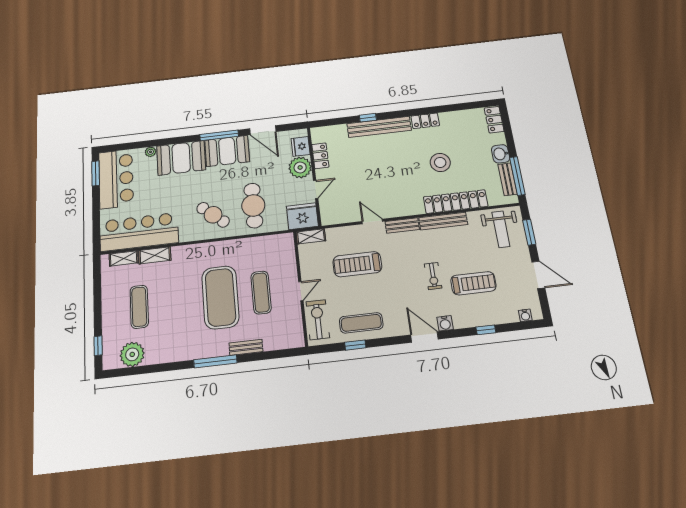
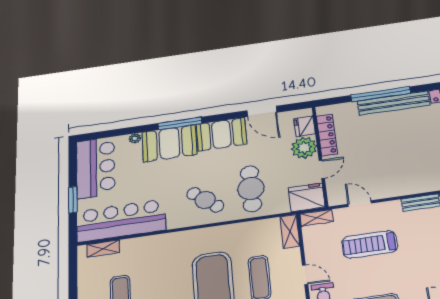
window: (368, 118) -> (381, 94), width x3.17
window: (219, 135) -> (180, 123), moved
locker: (320, 156) -> (327, 135), width x1.53
window: (96, 173) -> (73, 200), moved
door: (372, 221) -> (360, 204), moved
shelving: (155, 255) -> (290, 231), moved, turned 90
door: (301, 291) -> (305, 275), hinge flipped

